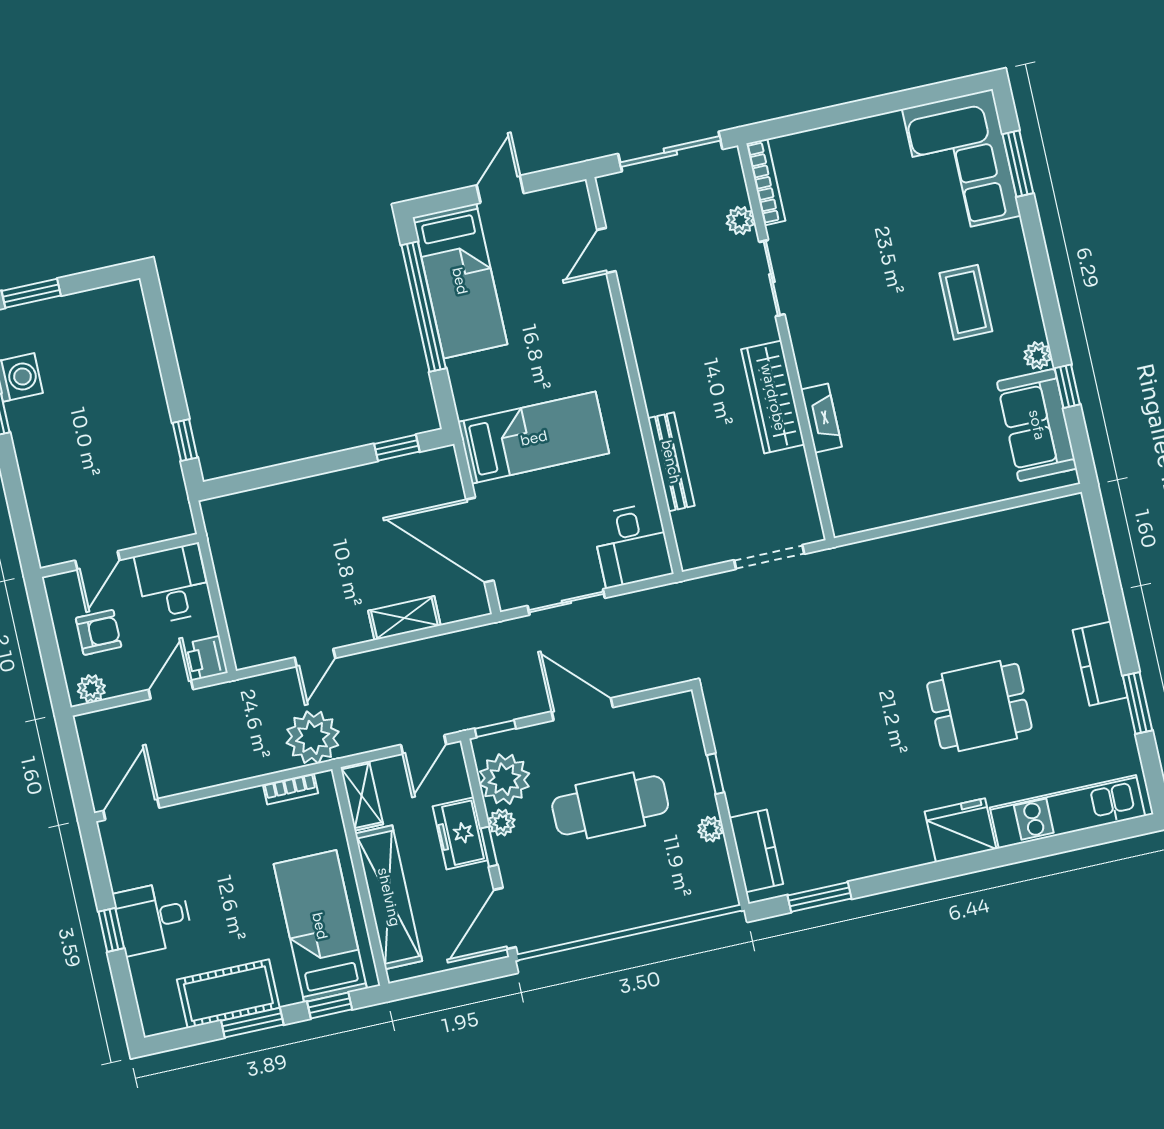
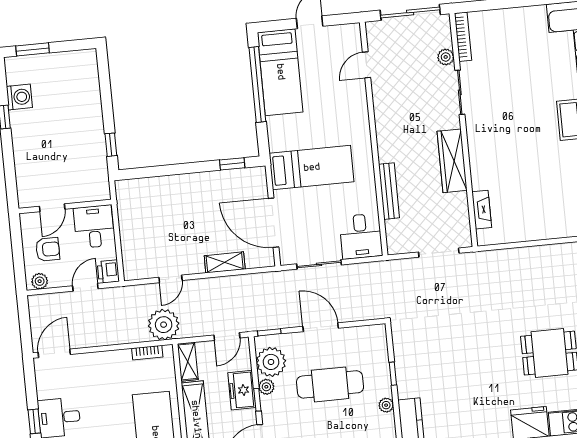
fireplace: (821, 418) -> (482, 210), moved

